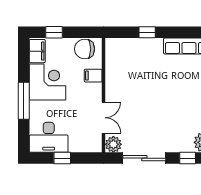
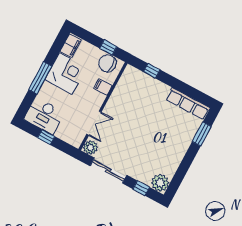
window: (54, 32) -> (108, 47), moved
window: (147, 32) -> (152, 71), moved

